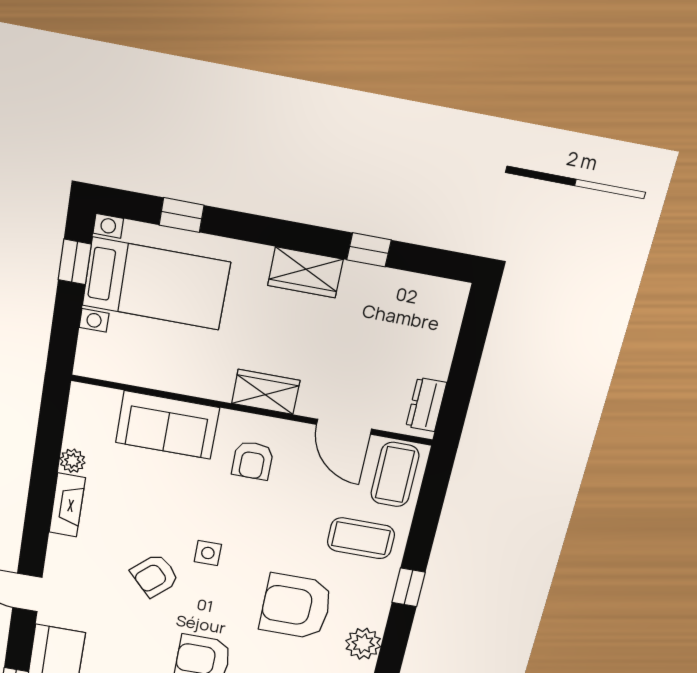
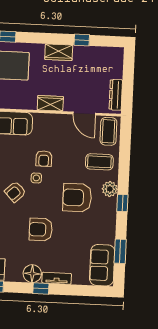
dresser: (426, 405) -> (116, 95), width x1.44
armchair: (253, 460) -> (44, 159), moved
window: (409, 587) -> (122, 203), moved
plant: (363, 644) -> (110, 189), moved

